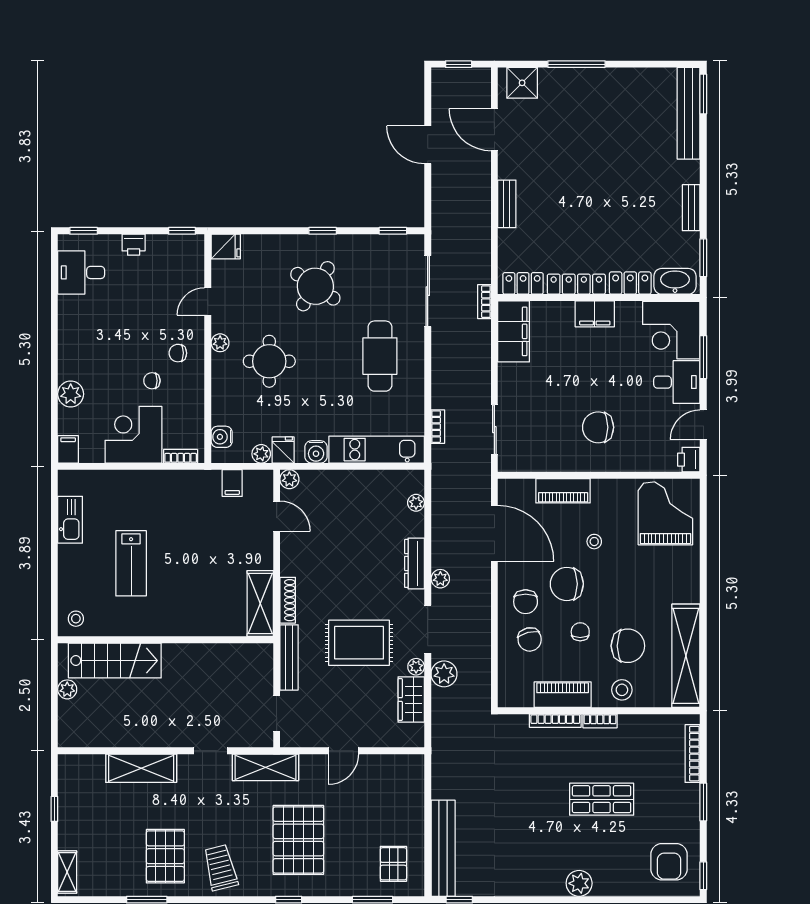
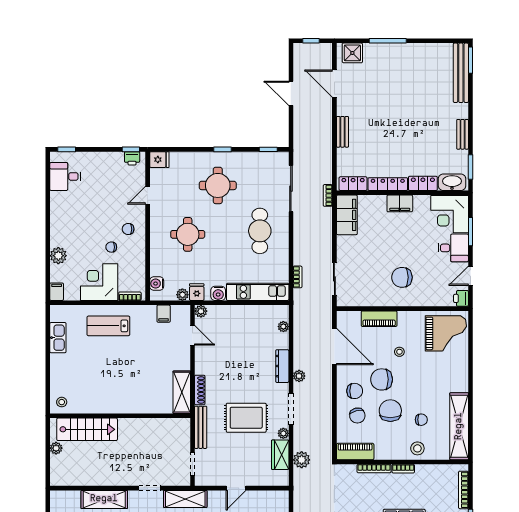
printer: (134, 245) -> (132, 158), moved
round table: (315, 286) -> (218, 185), turned -34
plant: (220, 343) -> (156, 222), removed
grand piano: (665, 513) -> (446, 333), turned 90
lab bench: (131, 563) -> (108, 326), moved, turned 90
chair: (526, 602) -> (355, 391), turned -90
chair: (580, 632) -> (390, 411), width x1.87, depth x1.87
chair: (628, 646) -> (421, 420), width x0.54, depth x0.54
plant: (444, 674) -> (302, 460), moved
piano: (563, 695) -> (355, 452), moved

